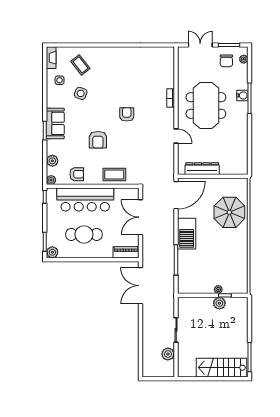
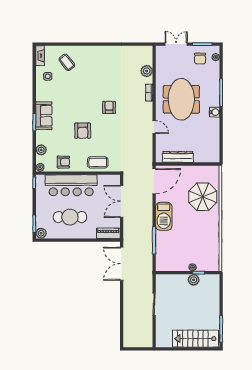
side table: (81, 93) -> (67, 88), removed
water cooler: (242, 95) -> (215, 112), moved
plant: (168, 354) -> (147, 71), moved

